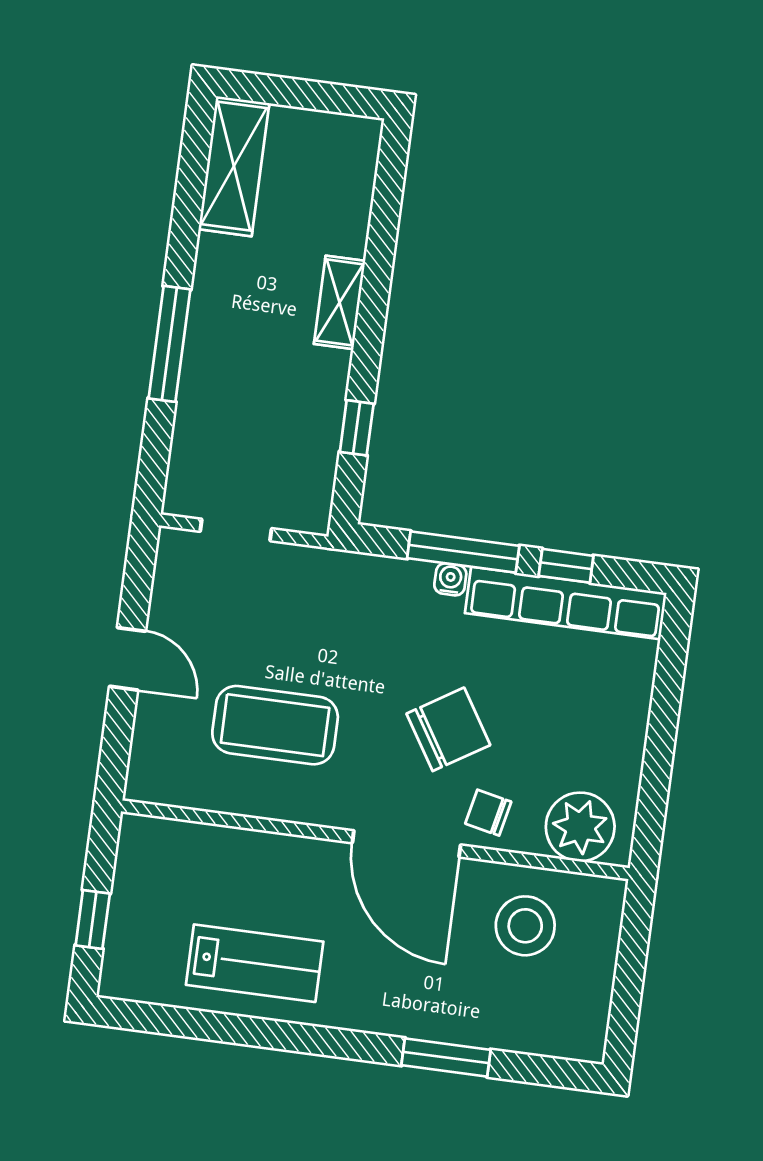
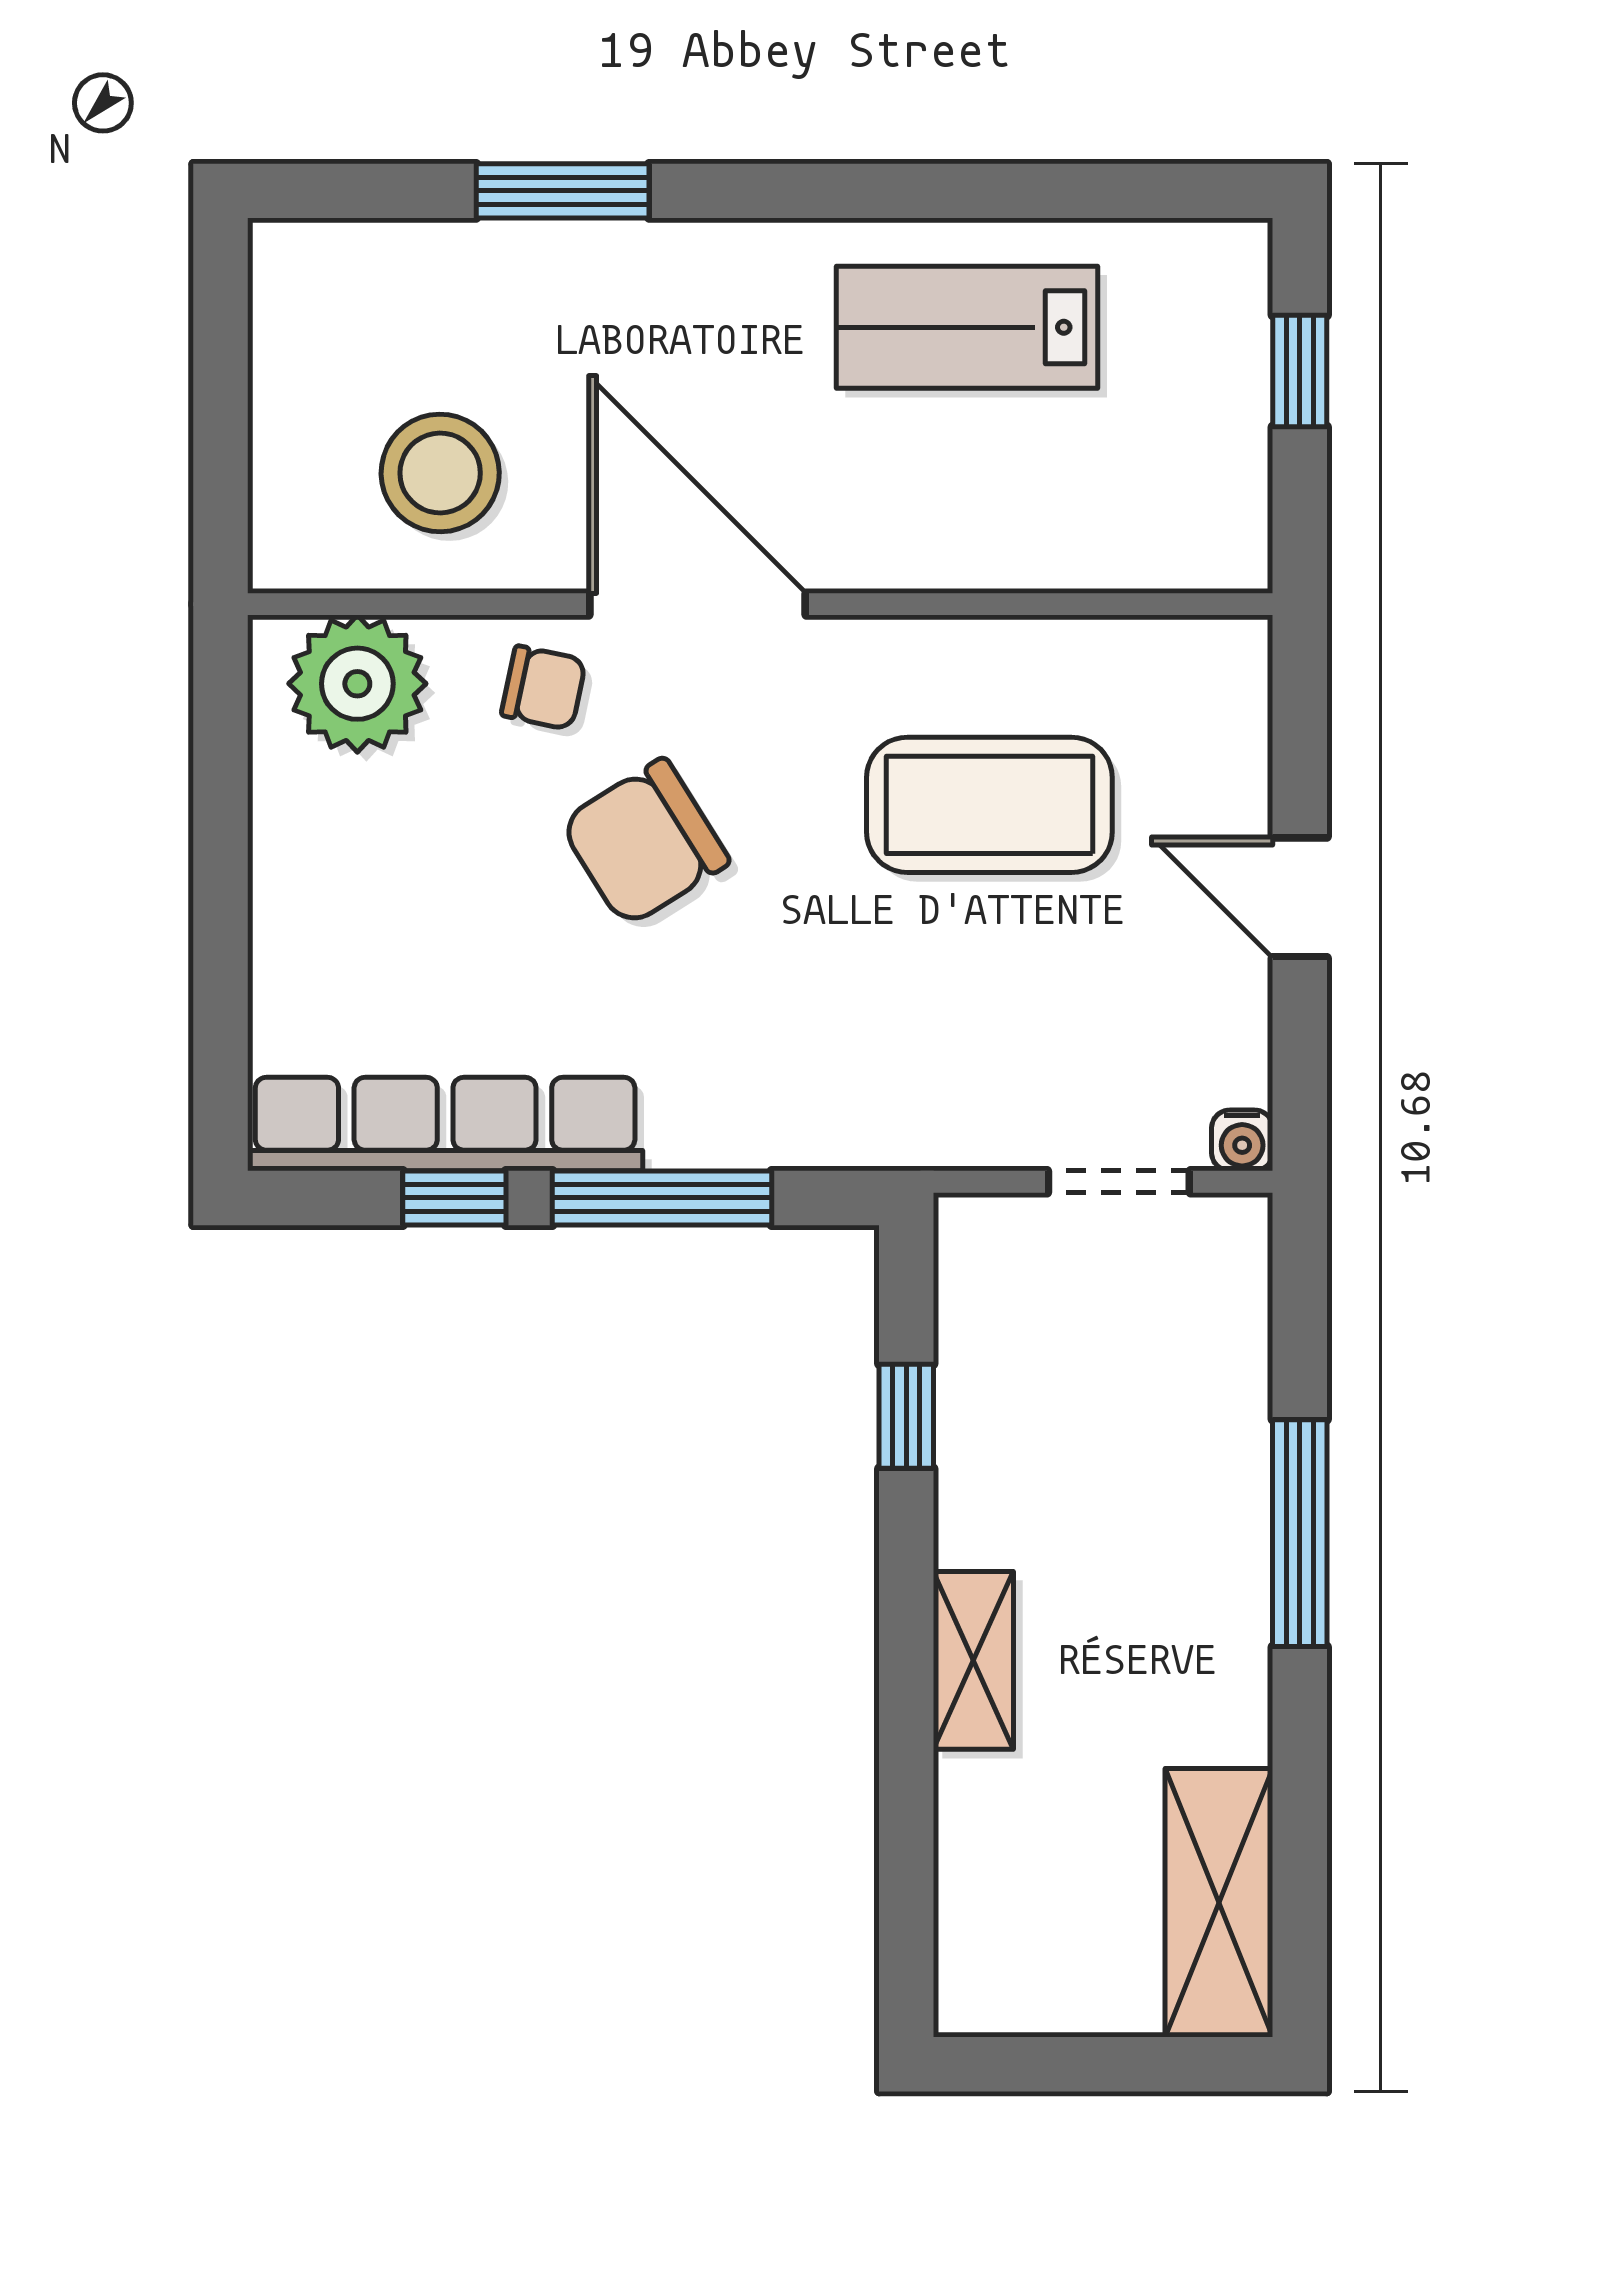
water cooler: (450, 579) -> (1242, 1140), moved

